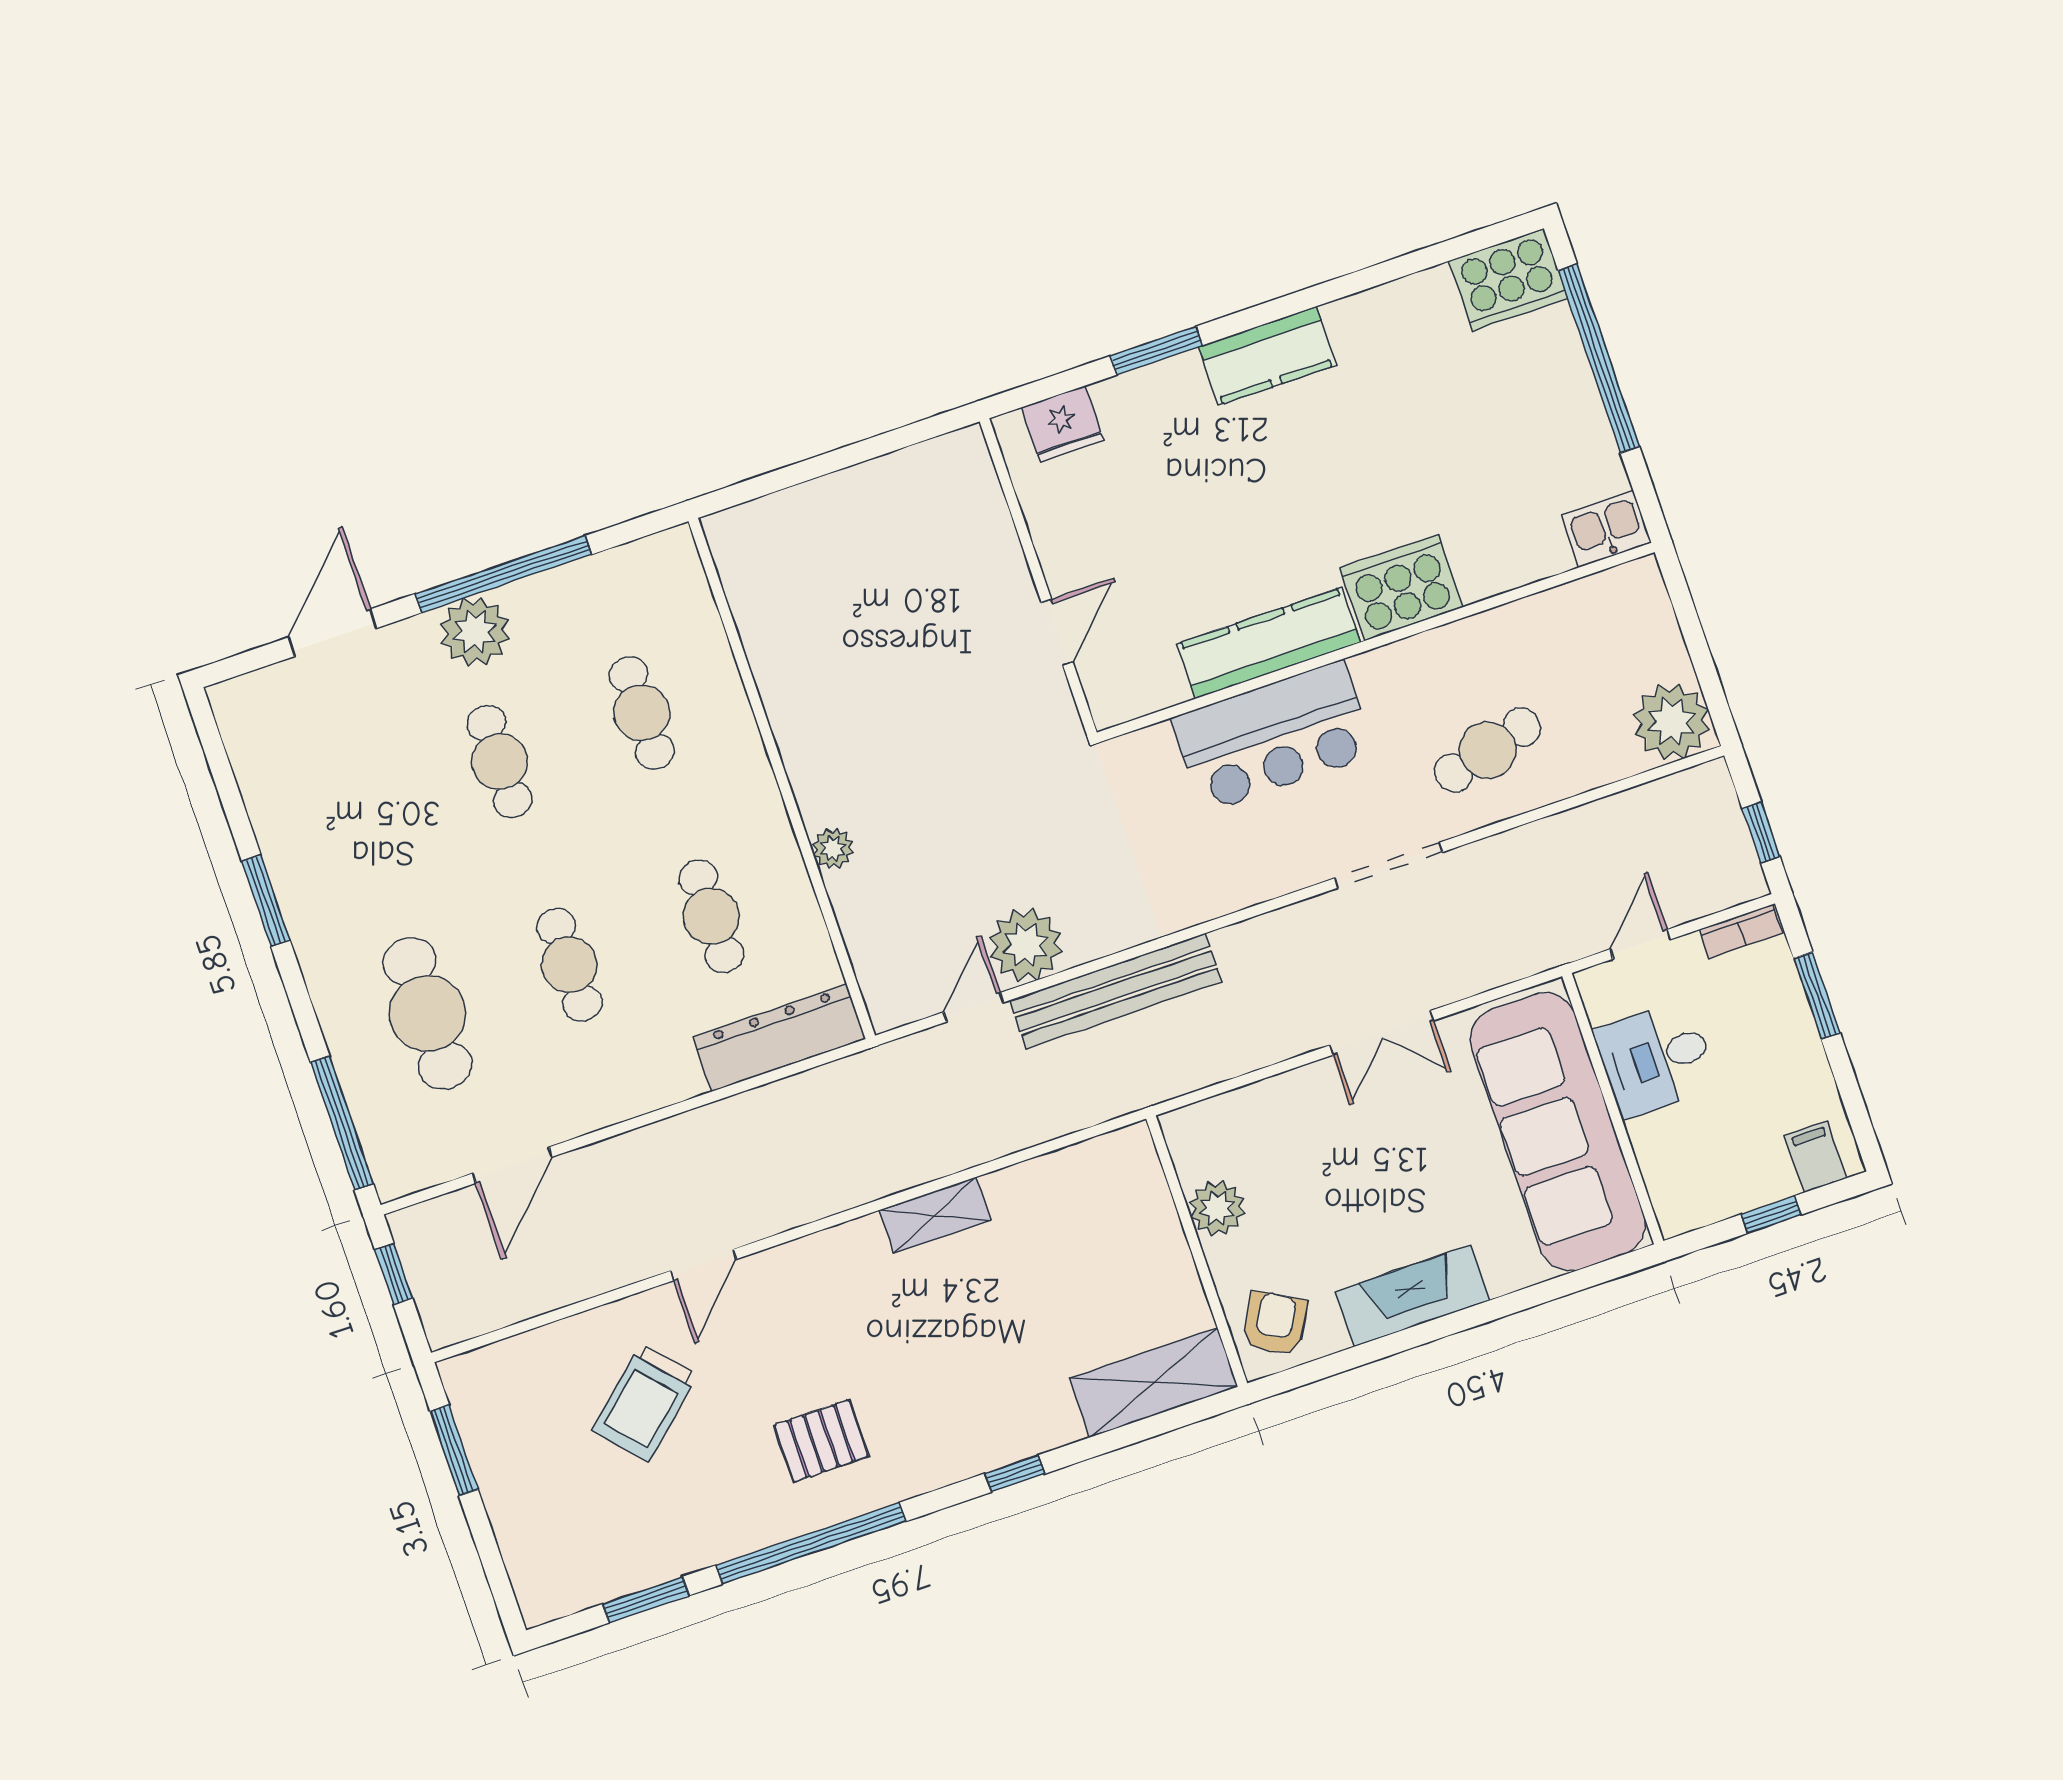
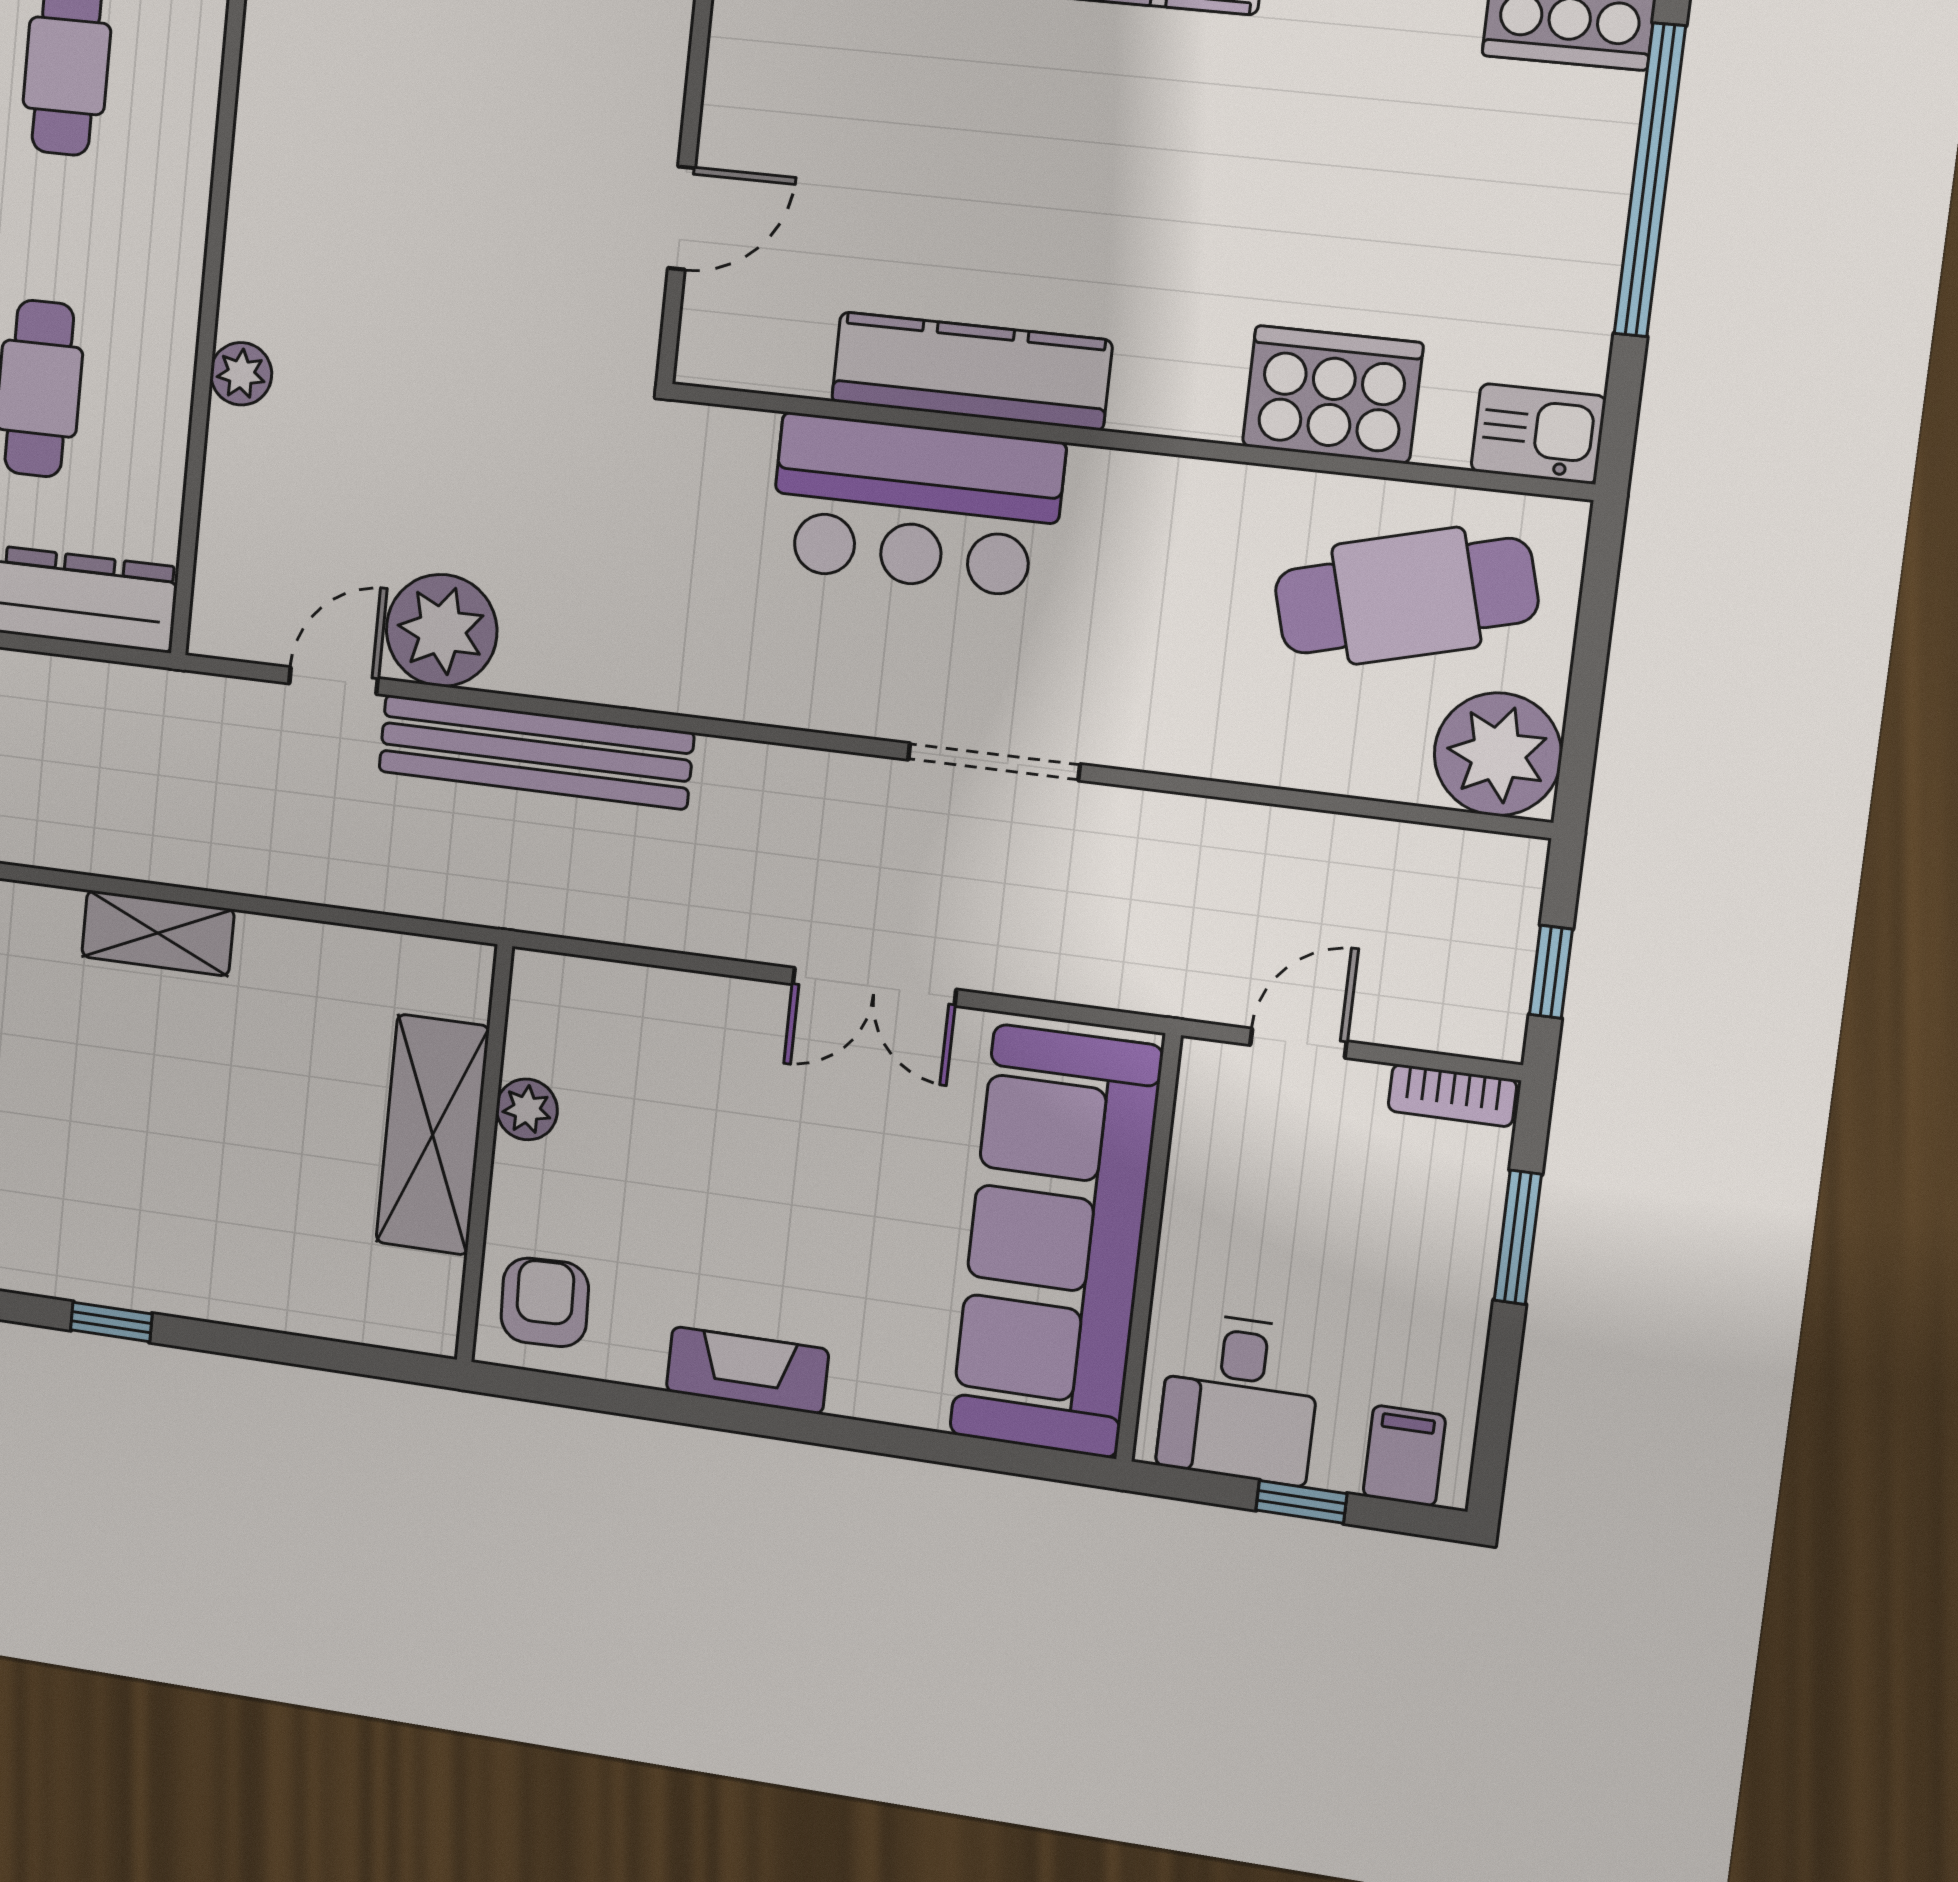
cooker: (1401, 588) -> (1332, 395), moved
cafe table: (1488, 750) -> (1406, 596), moved, width x1.37, depth x1.35
desk: (1656, 1059) -> (1239, 1398), moved, turned -90
plant: (1217, 1208) -> (527, 1109), width x0.73, depth x0.73
fireplace: (1412, 1296) -> (747, 1370), width x0.73, depth x0.76
armchair: (1275, 1324) -> (545, 1302), turned -31
shelving: (1154, 1382) -> (433, 1135), moved, turned 90

